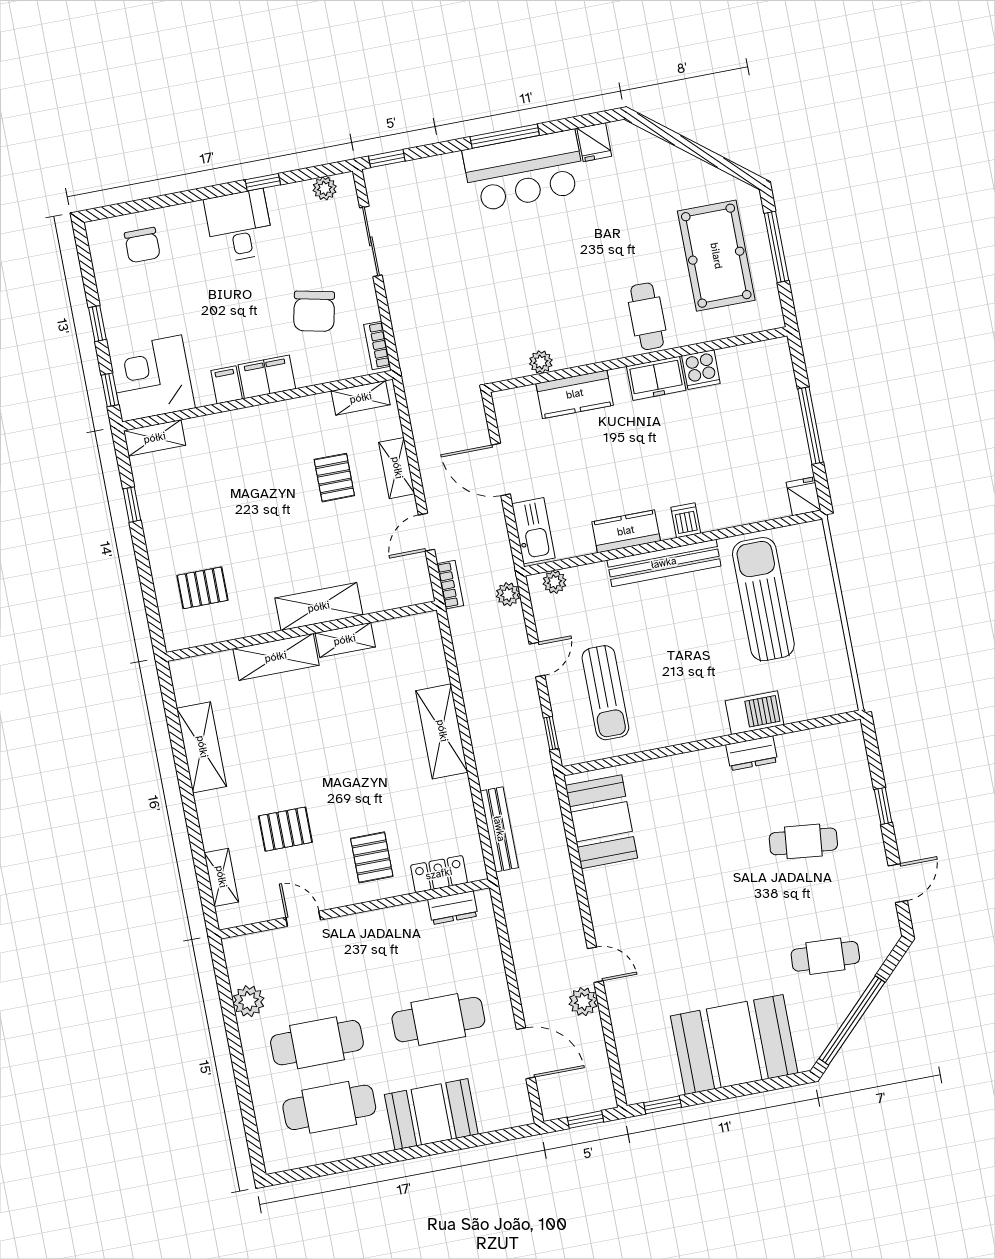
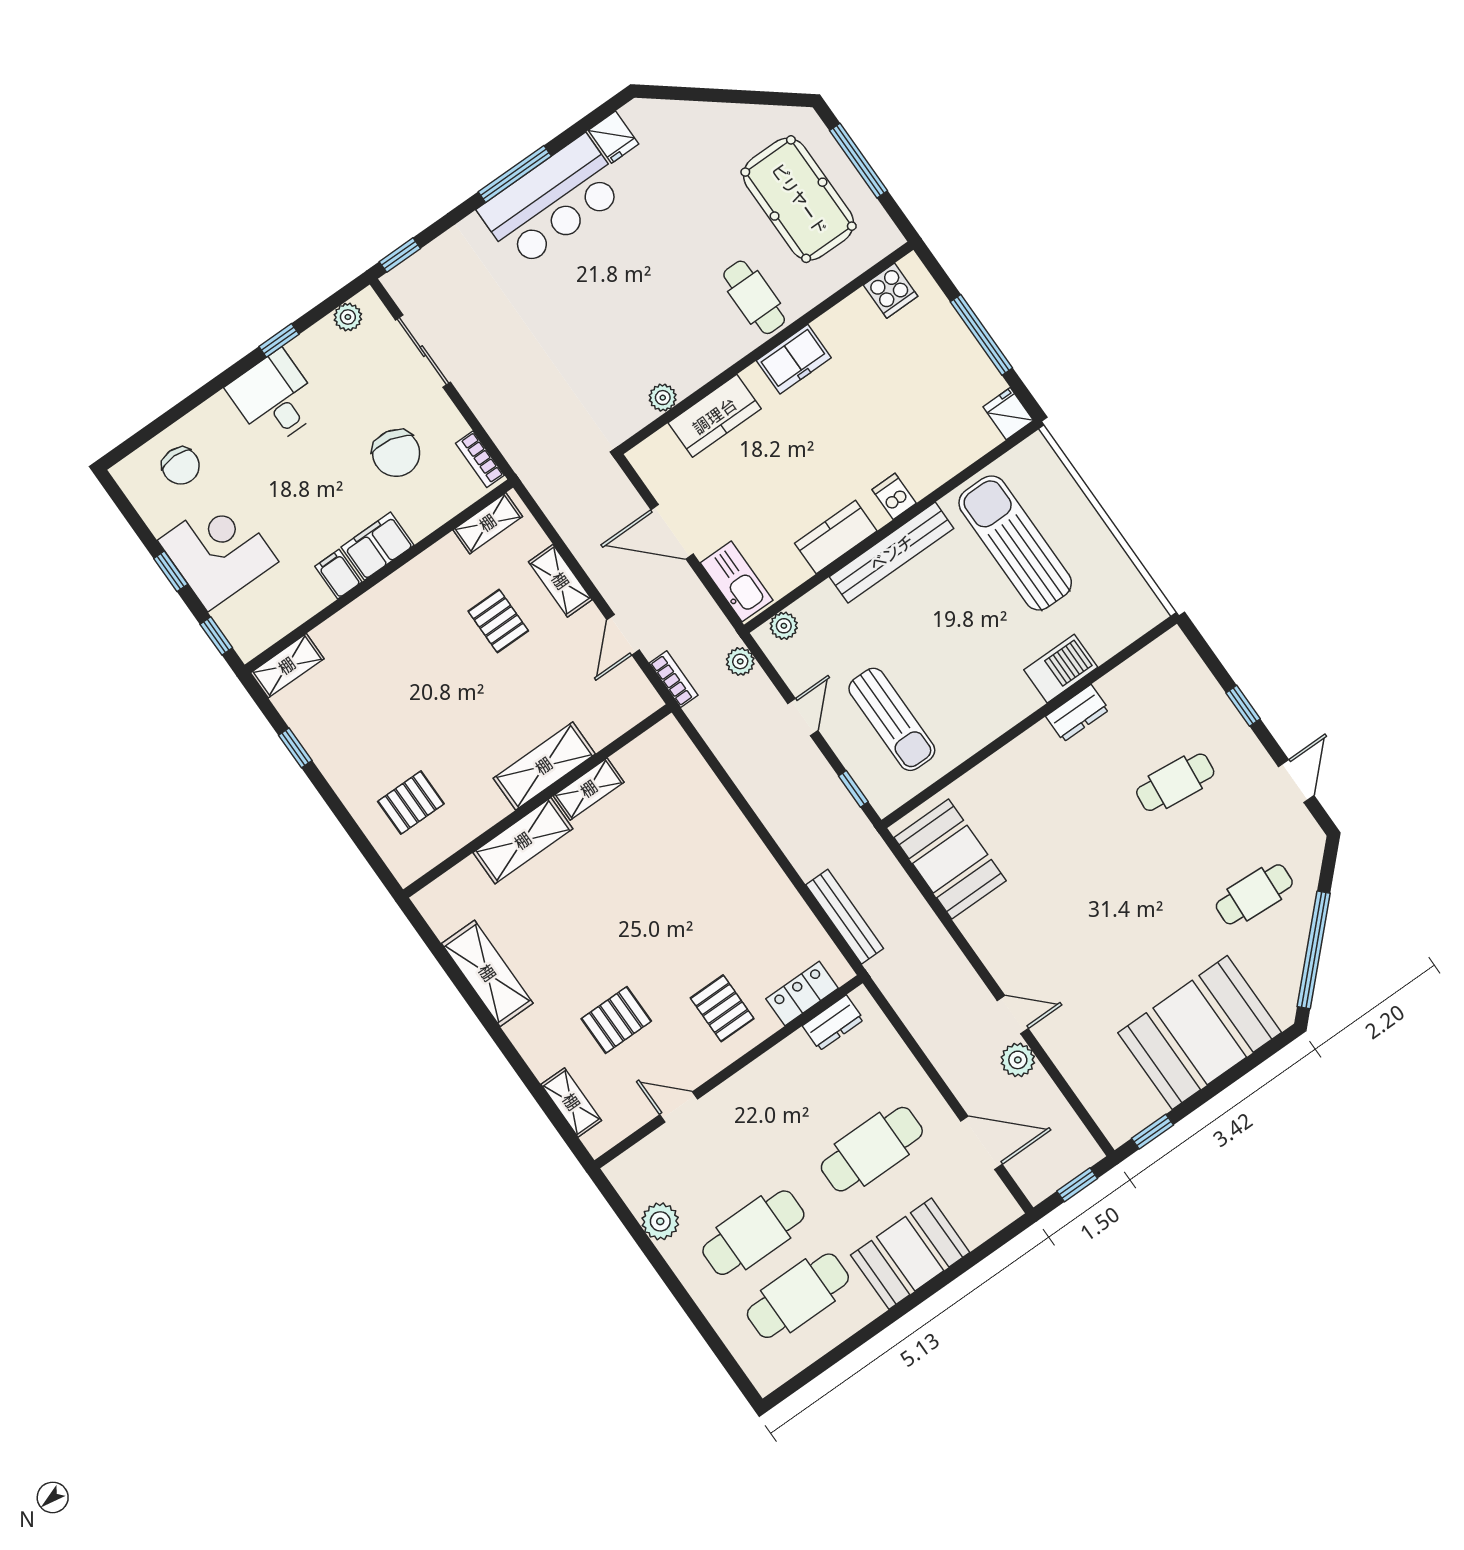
cooker: (701, 370) -> (891, 291), moved
corner desk: (152, 378) -> (218, 551), moved, turned 90
shelving: (442, 731) -> (736, 840), removed

